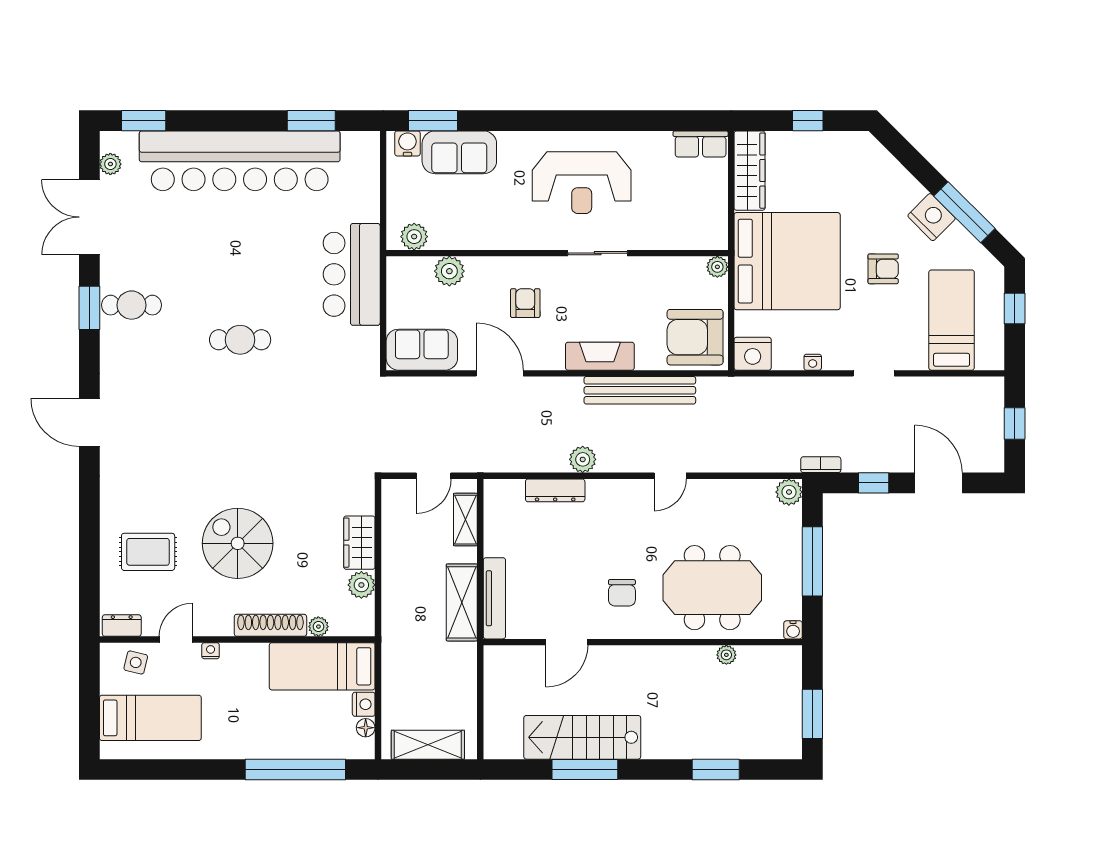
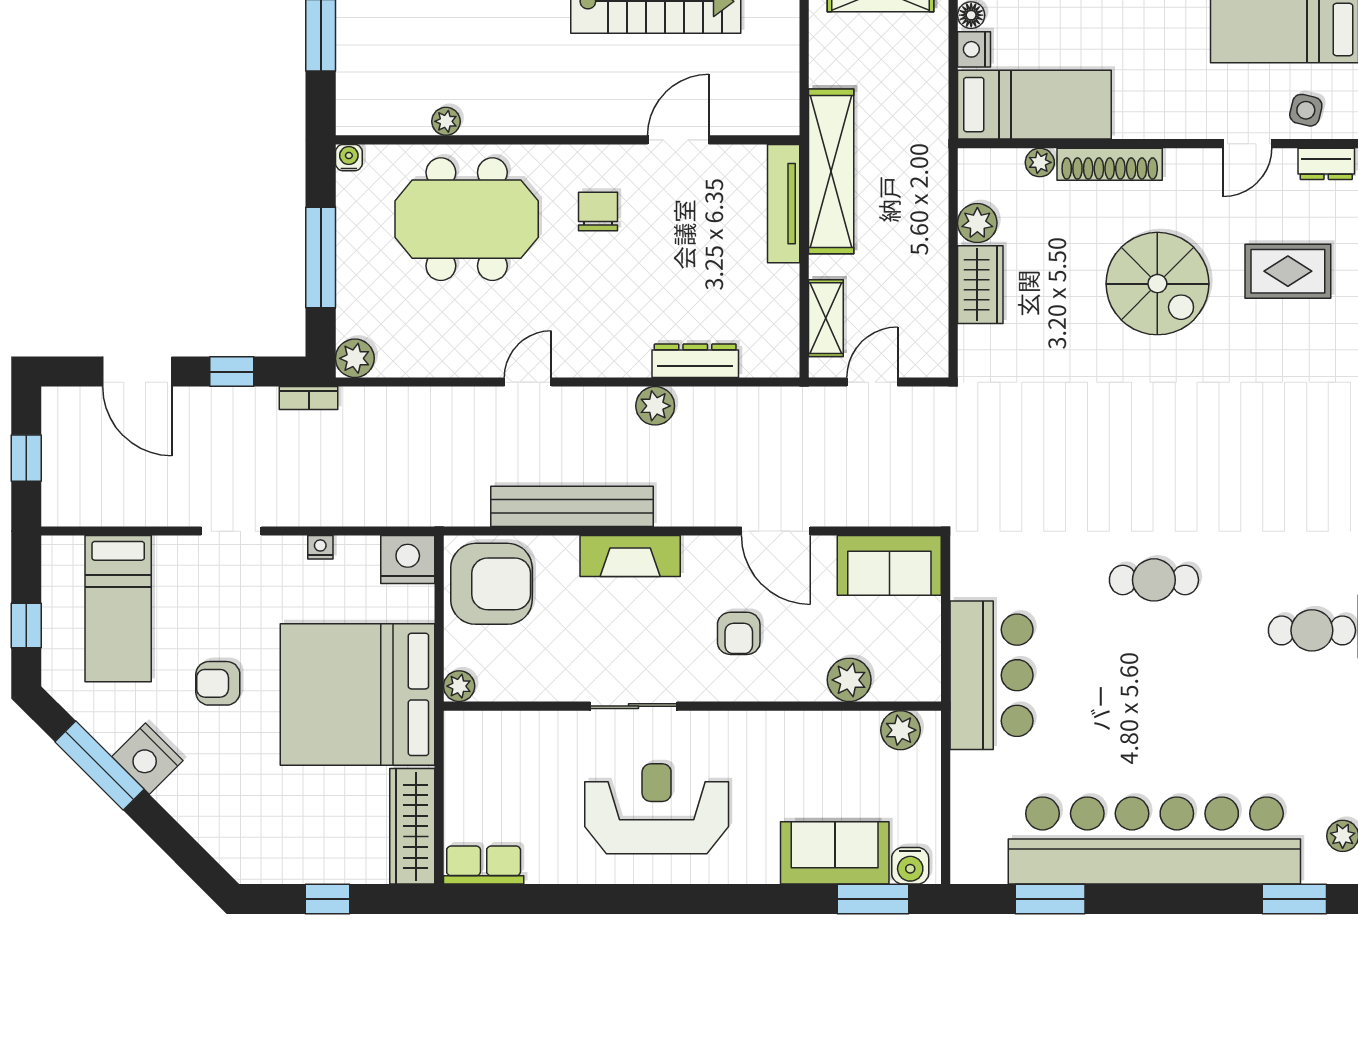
shelving: (462, 602) -> (831, 171), width x1.47
nightstand: (211, 651) -> (1197, 127), removed

